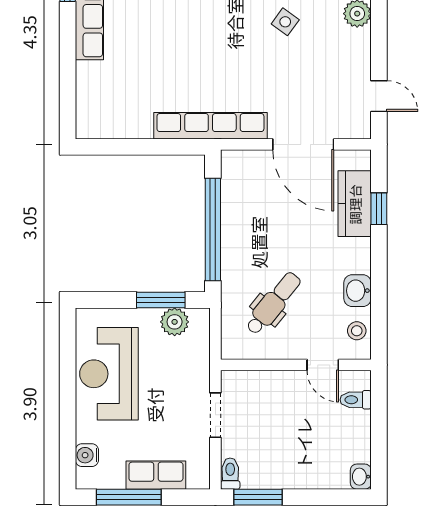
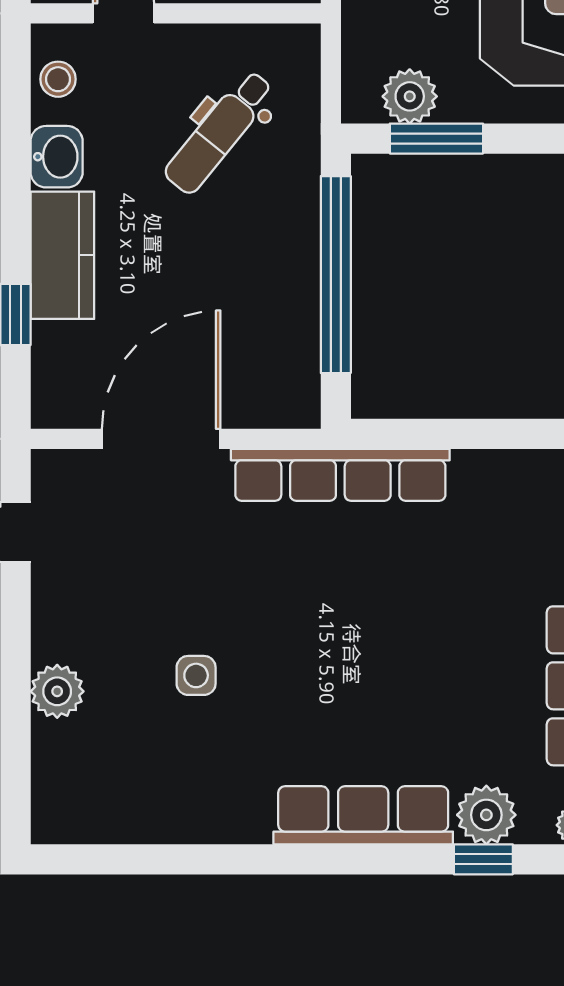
side table: (285, 22) -> (196, 675), turned -36
door: (303, 144) -> (161, 439), hinge flipped
kitchen counter: (355, 204) -> (62, 255), moved

